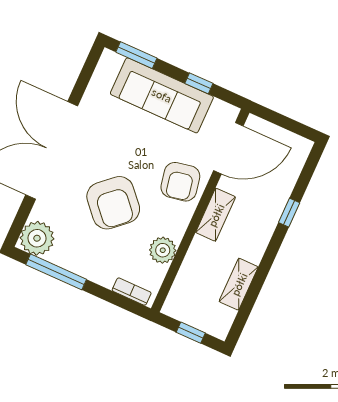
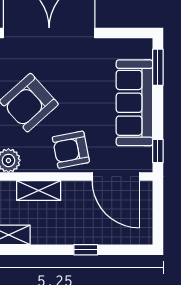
window: (199, 83) -> (158, 151), moved
shelving: (216, 215) -> (39, 191), moved

